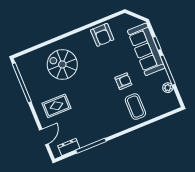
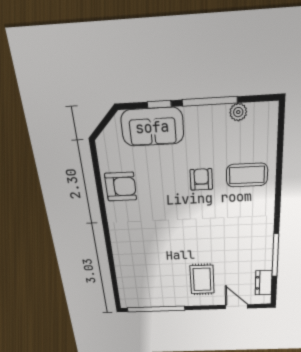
sofa: (146, 49) -> (152, 127), width x0.73
spiral stairs: (62, 64) -> (148, 254), removed

